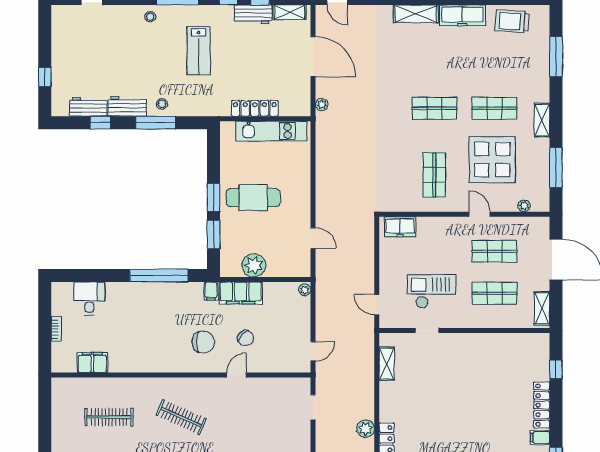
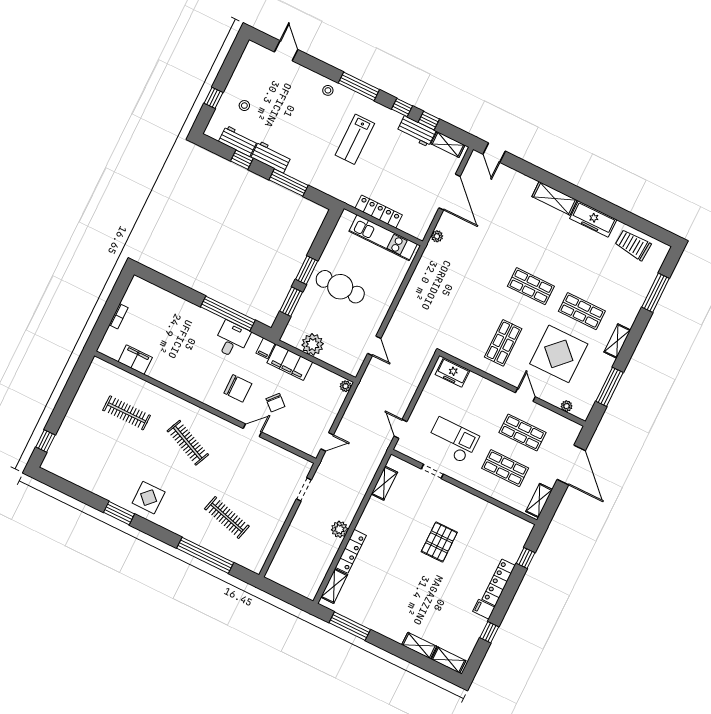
stool: (162, 104) -> (244, 106), moved
desk: (89, 298) -> (232, 340), moved
pallet: (466, 394) -> (439, 542), added

